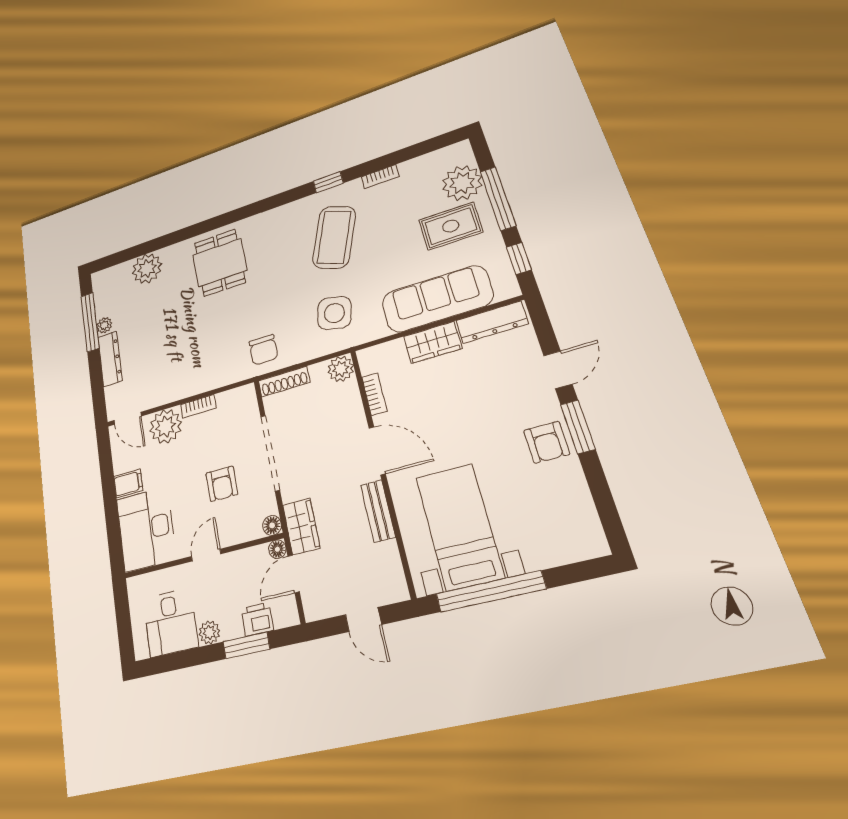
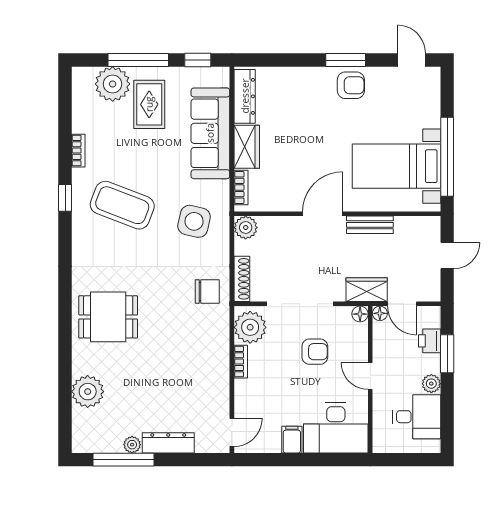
door: (558, 370) -> (411, 60), moved
bookcase: (374, 394) -> (241, 188), moved, turned 90
plant: (166, 426) -> (250, 327), moved

